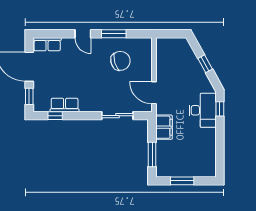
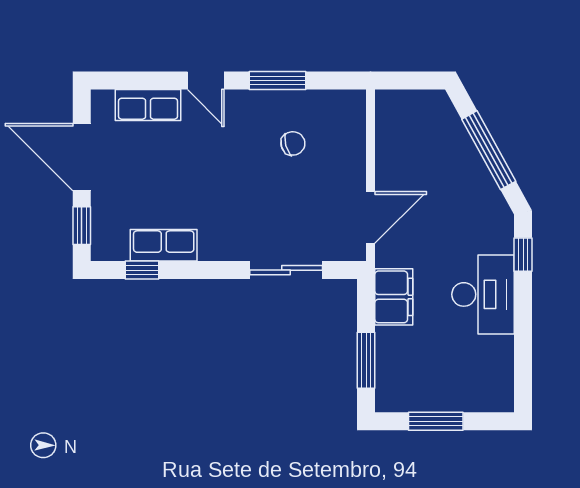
row of seats: (47, 44) -> (148, 105), moved
chair: (120, 61) -> (293, 143), width x0.54, depth x0.54
window: (205, 64) -> (489, 150), width x2.17
door: (154, 93) -> (371, 217), swing flipped
desk: (203, 110) -> (483, 294), moved

